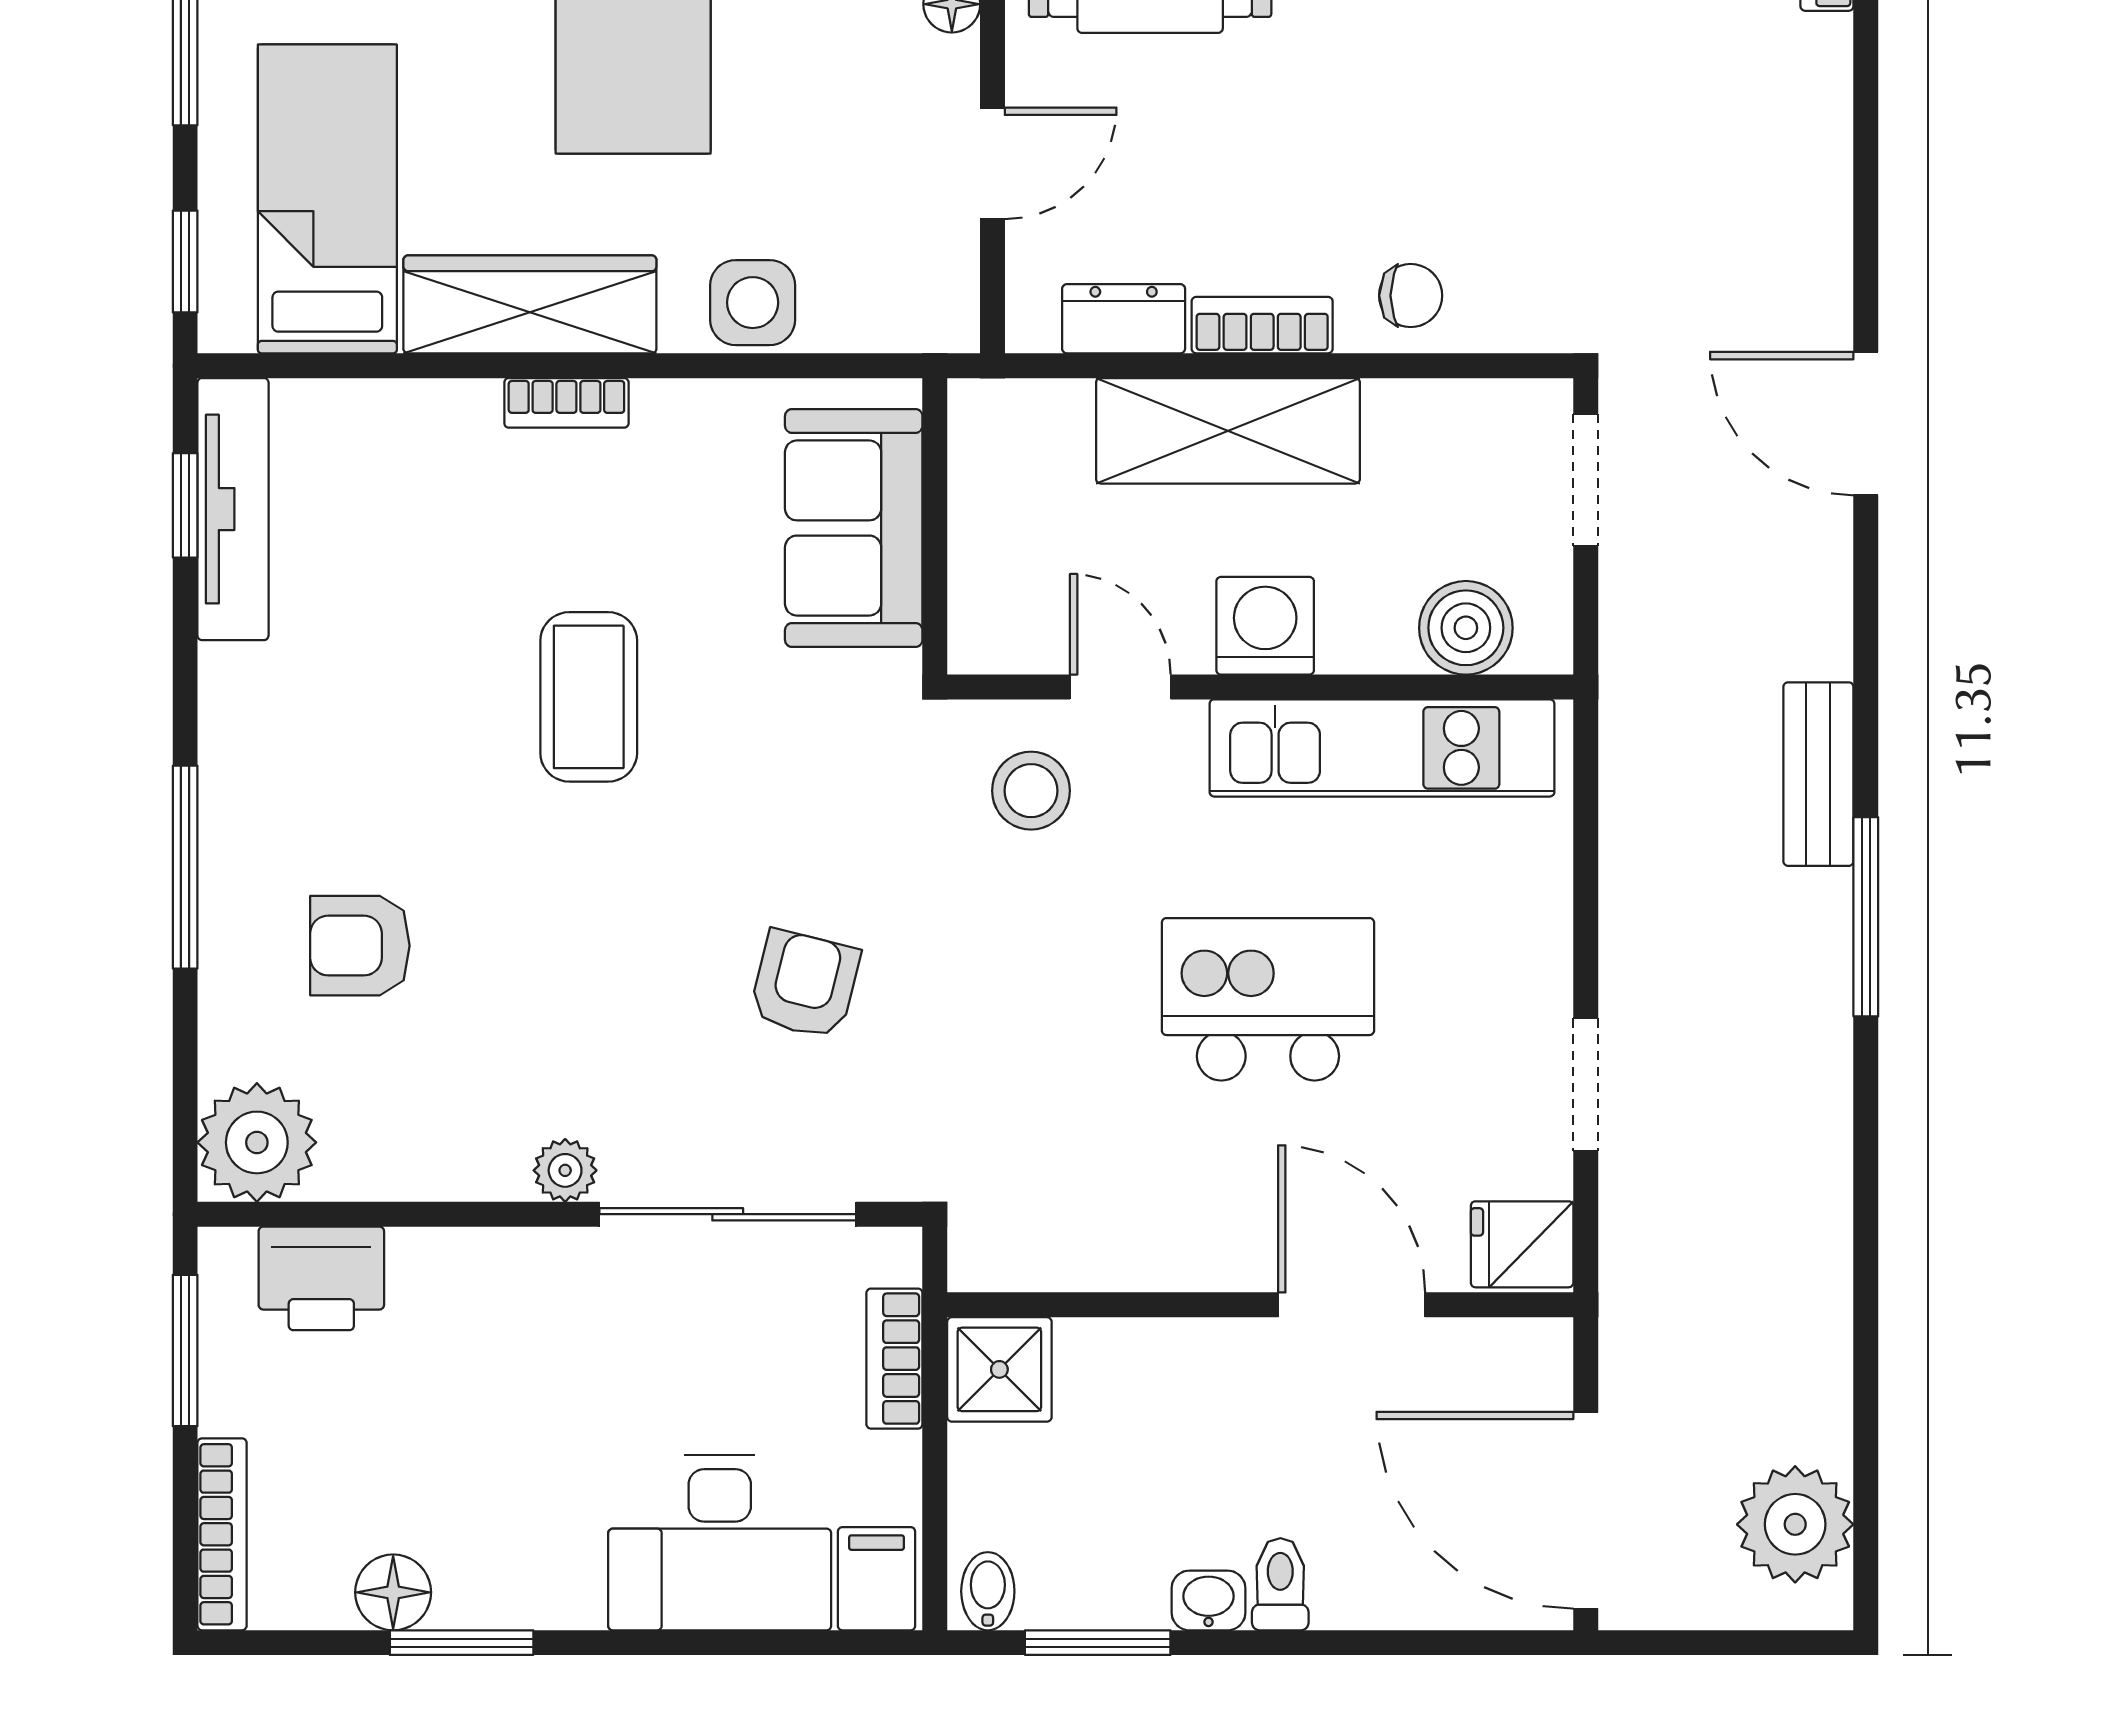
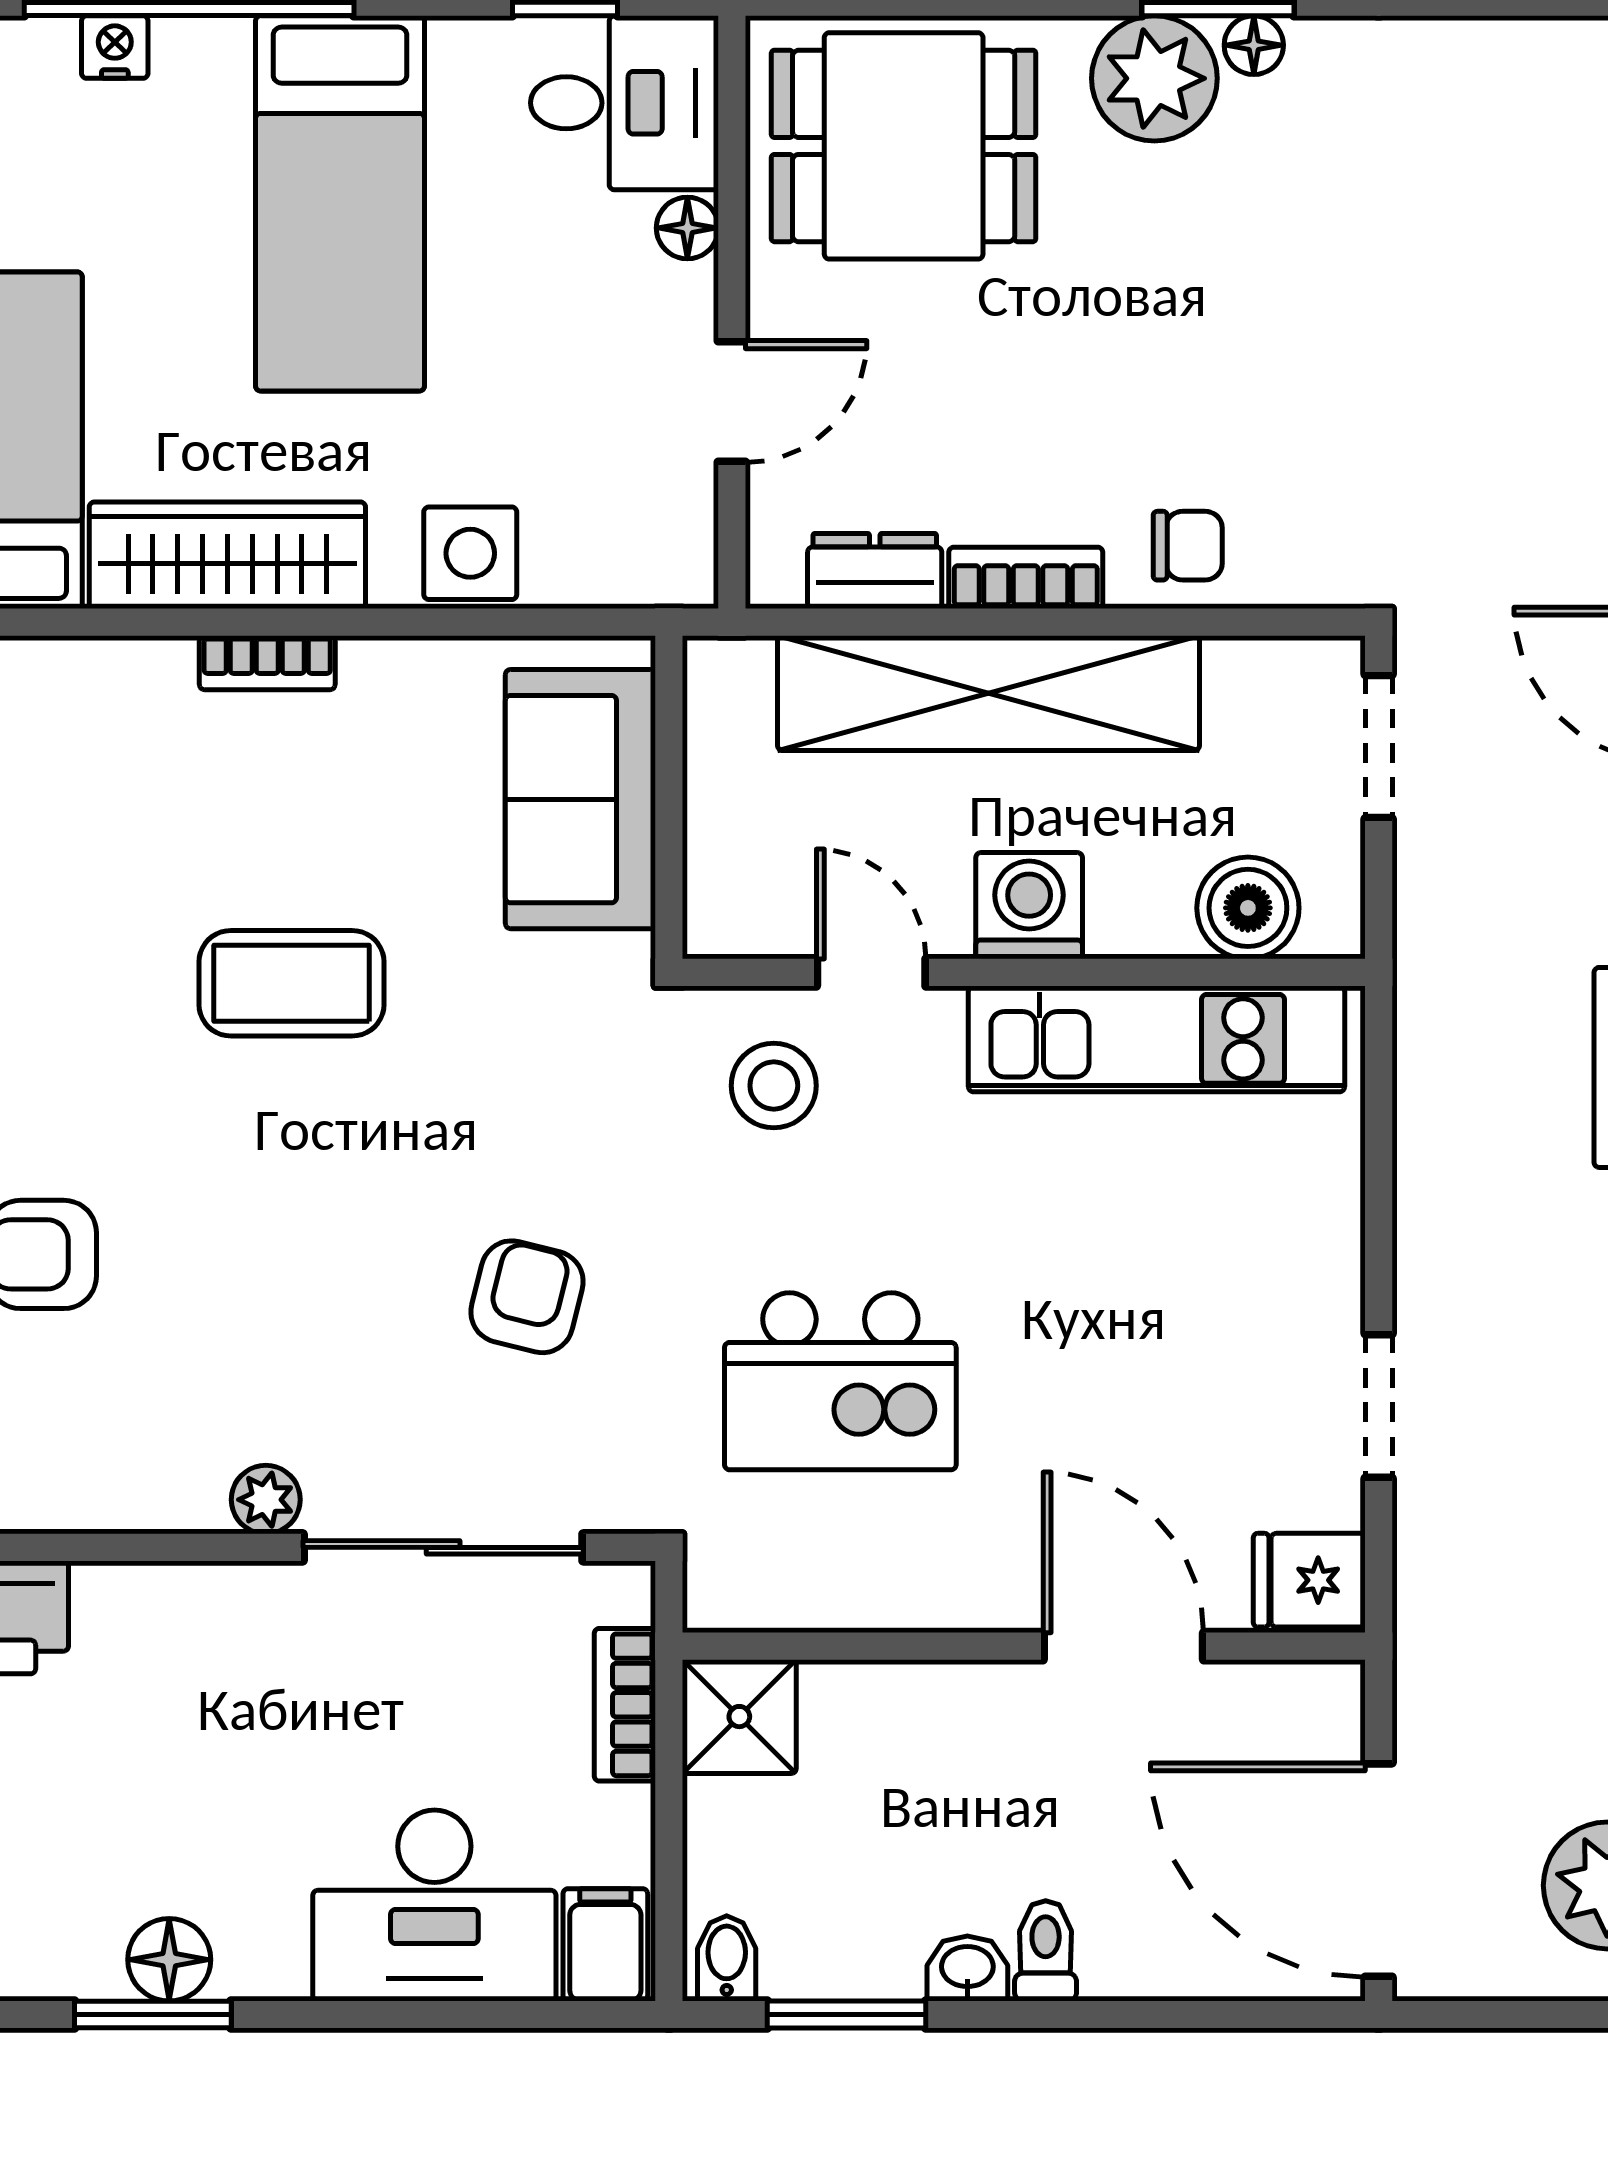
shelving: (1228, 431) -> (989, 693), width x1.47
coffee table: (589, 697) -> (291, 983), turned 90
kitchen island: (1268, 999) -> (840, 1381), moved, turned 180
floor lamp: (393, 1592) -> (169, 1960), moved

